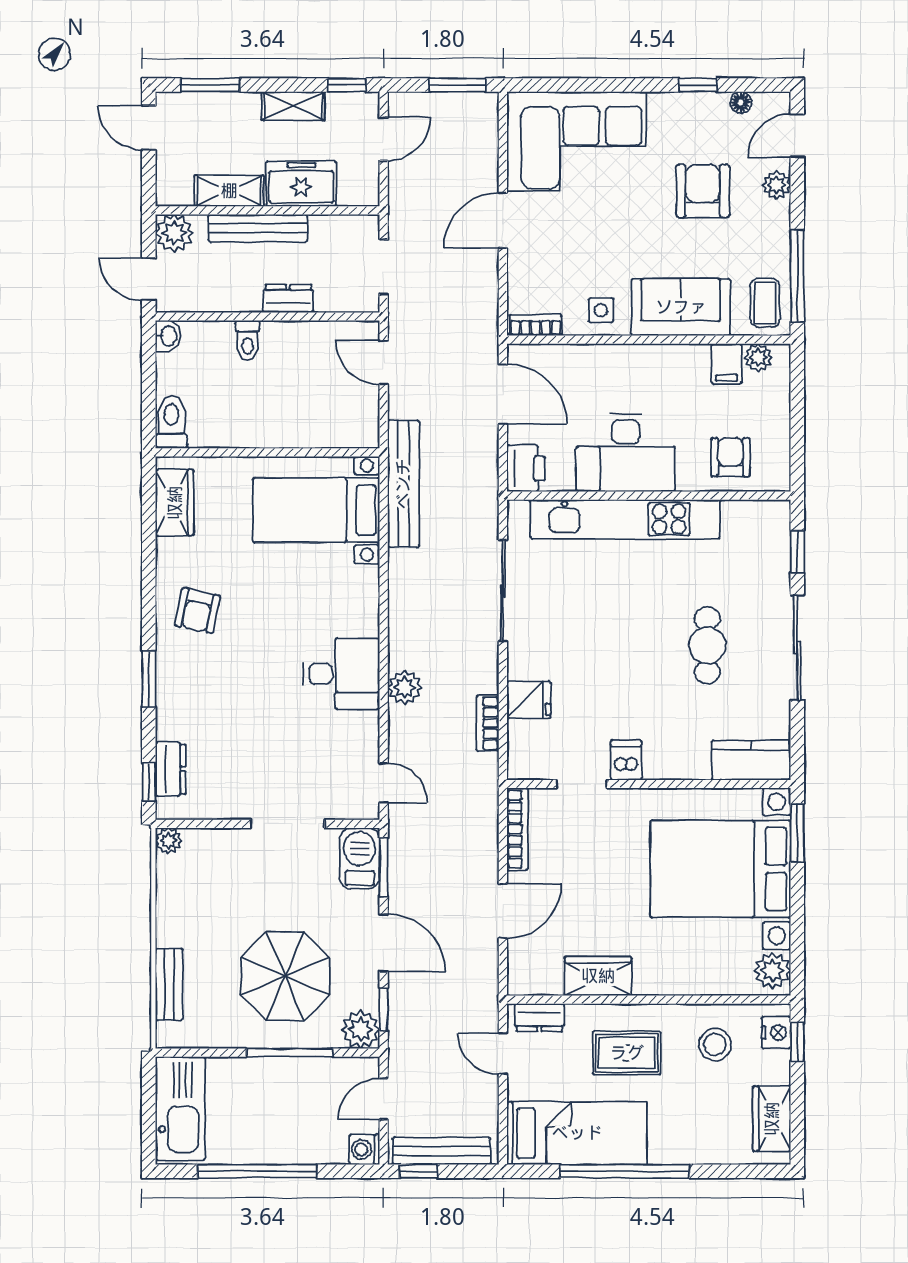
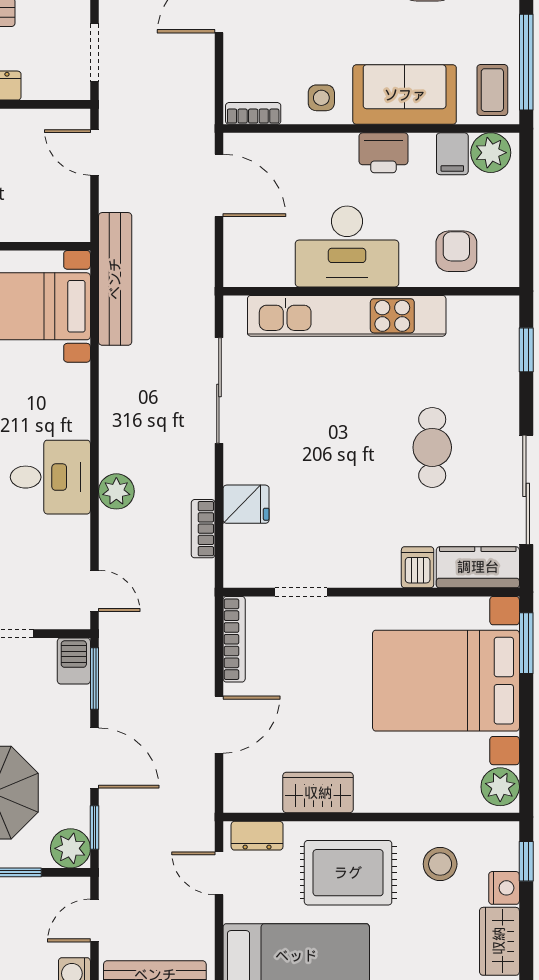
plant: (758, 358) -> (491, 153), width x1.38, depth x1.38
printer: (526, 468) -> (383, 153), moved, turned 90
sliding door: (797, 648) -> (526, 490), moved
dishwasher: (626, 760) -> (418, 567), moved
barbecue: (360, 858) -> (74, 661), width x0.73, depth x0.79
nightstand: (776, 1033) -> (504, 888), moved
rug: (627, 1053) -> (348, 873), width x1.36, depth x1.43

